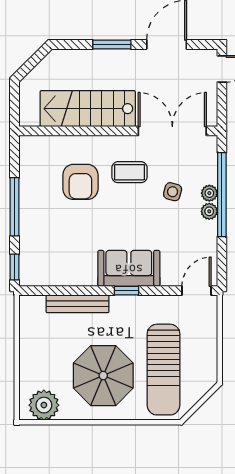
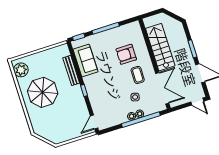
sofa: (129, 268) -> (86, 61), moved
door: (196, 291) -> (94, 122), swing flipped
sun lounger: (164, 370) -> (54, 118), removed

